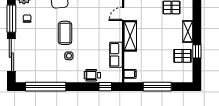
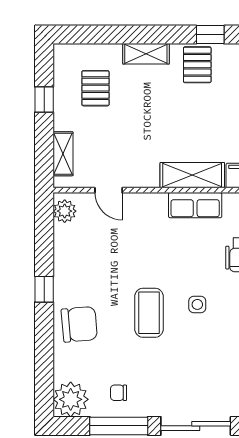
coffee table: (65, 33) -> (149, 313), turned 90
shelving: (130, 36) -> (192, 175), moved
window: (197, 51) -> (210, 35), moved

